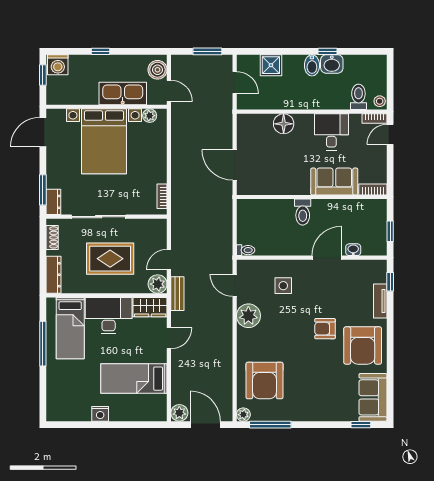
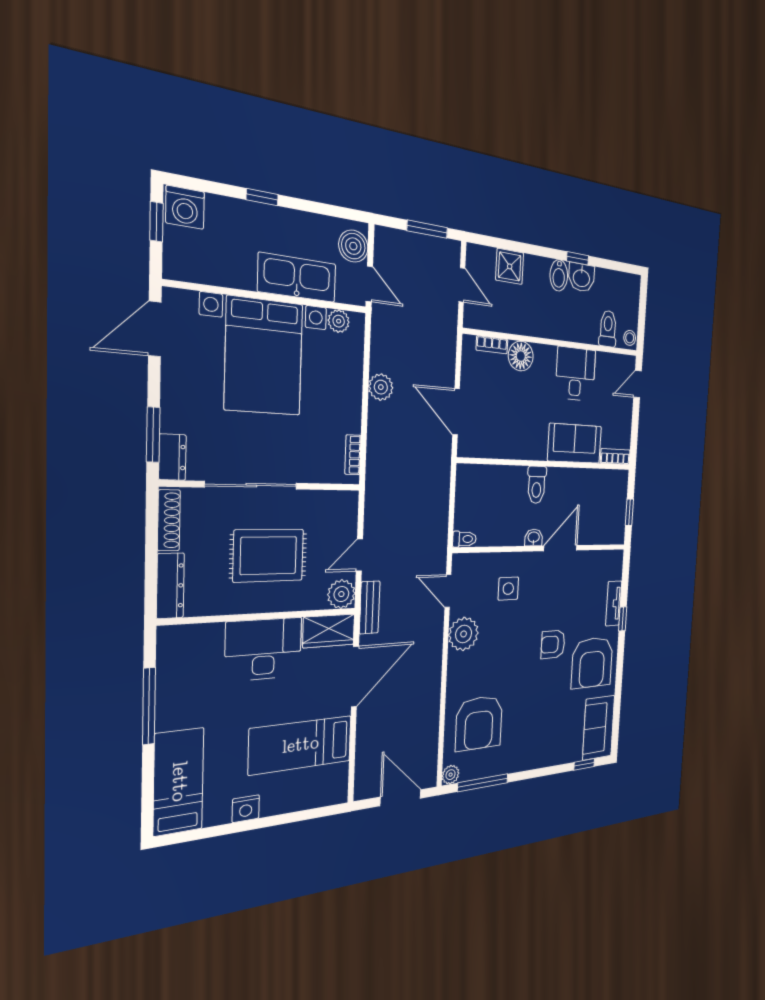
bookcase: (374, 119) -> (492, 345), moved
shoe rack: (52, 237) -> (169, 520), width x1.43
washbasin: (353, 250) -> (534, 538), moved
window: (390, 282) -> (623, 619), moved
bed: (70, 328) -> (179, 782), moved, turned 180
door: (169, 338) -> (355, 677), width x1.88
plant: (179, 413) -> (381, 387), moved

